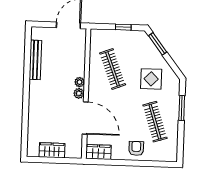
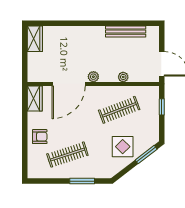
window: (123, 27) -> (162, 107), moved
display table: (151, 79) -> (123, 147), moved
plant: (80, 82) -> (123, 77), moved
wardrobe: (52, 150) -> (35, 39), moved

